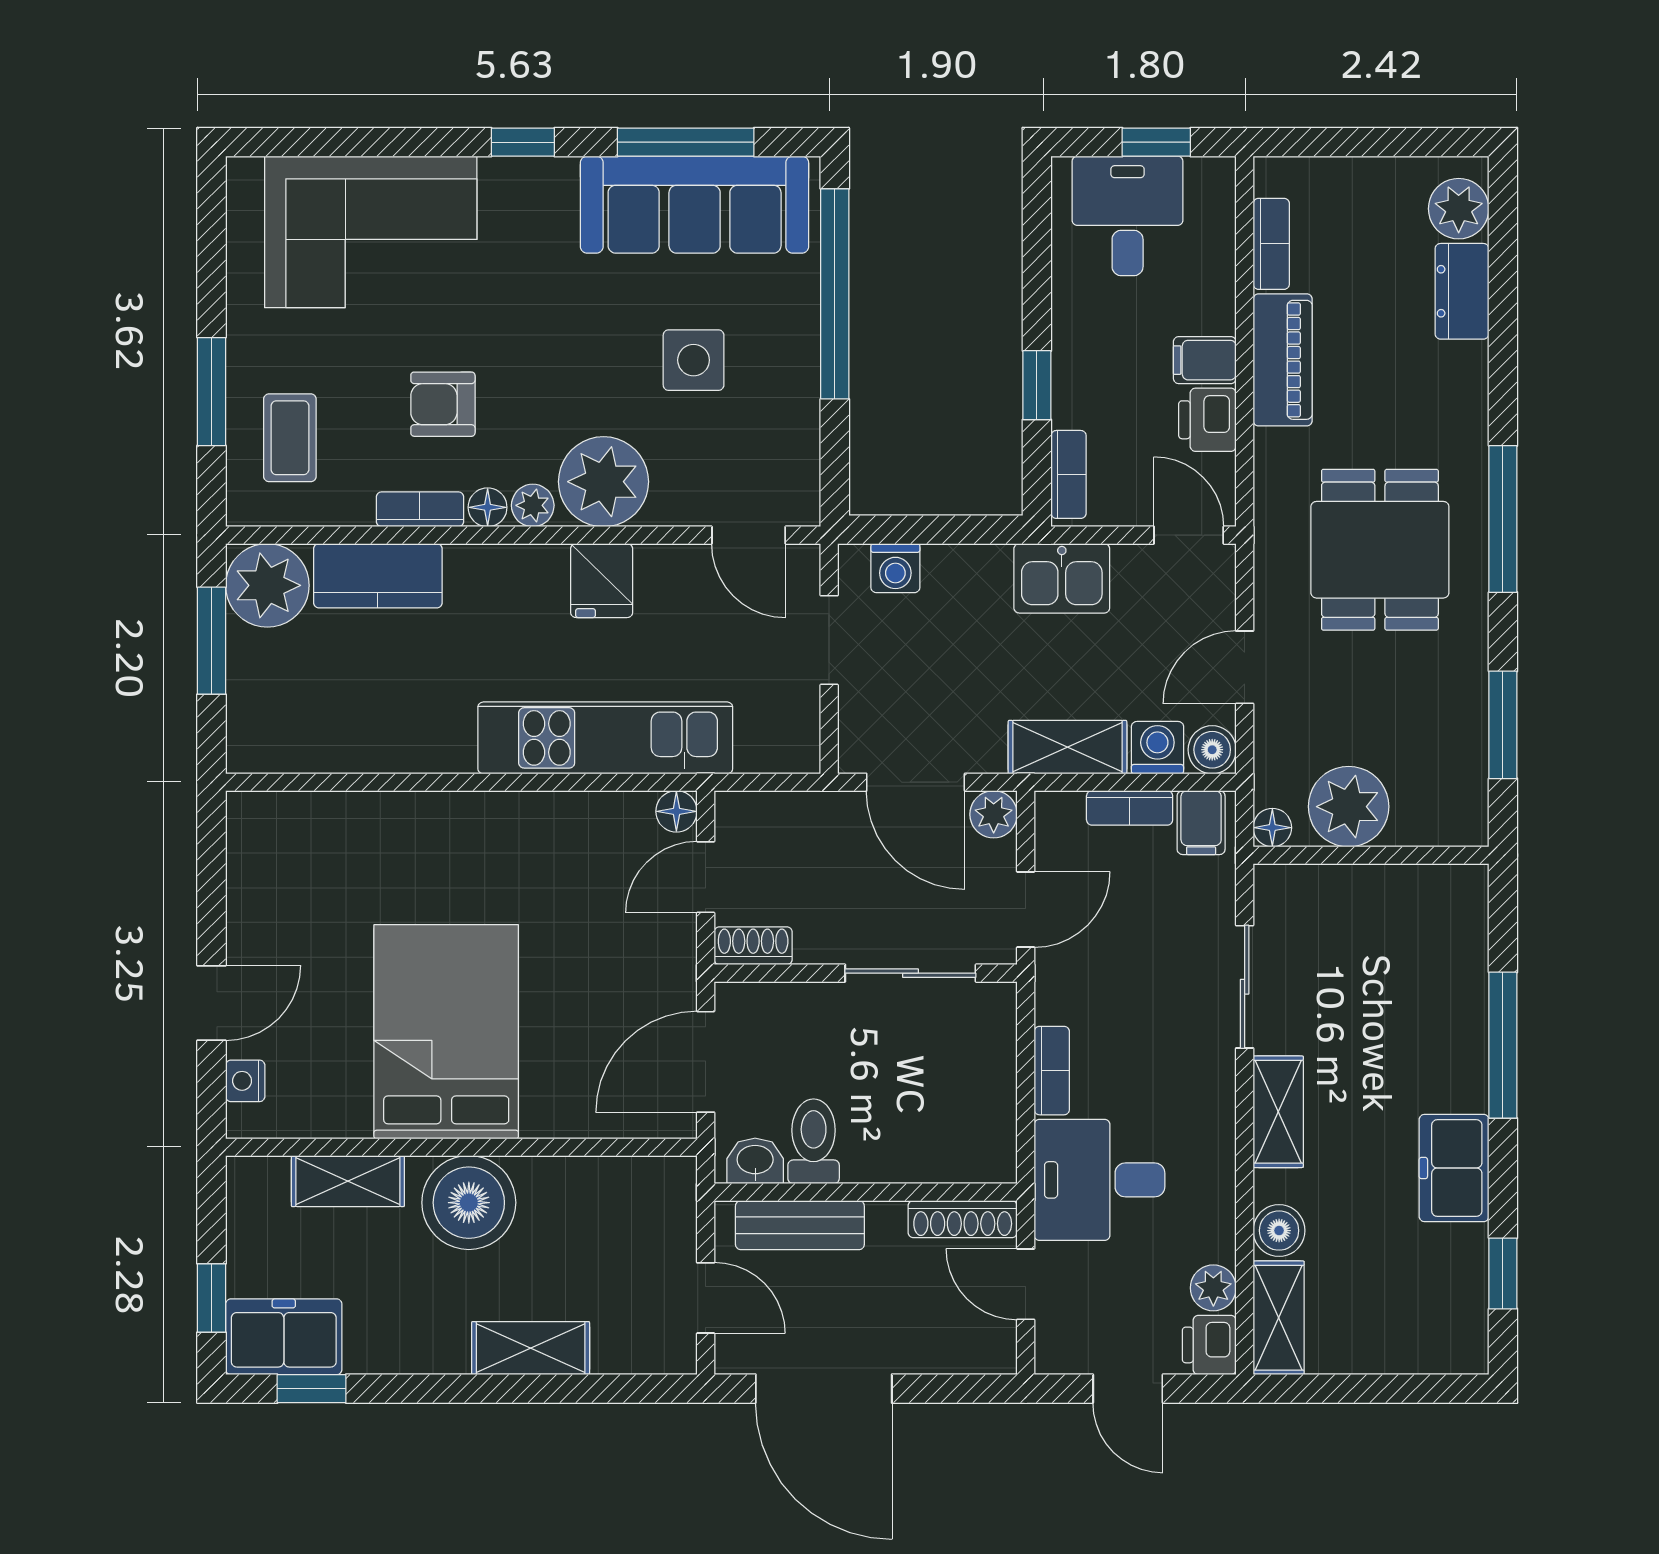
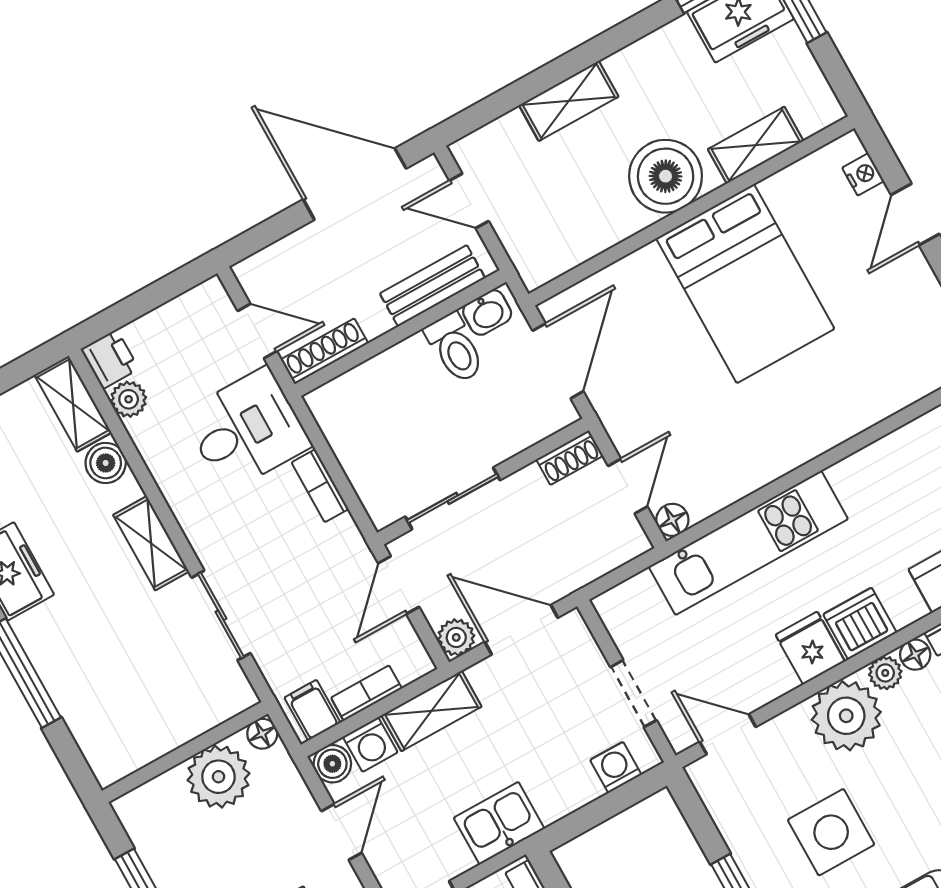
side table: (694, 360) -> (831, 832), width x1.37, depth x1.37
dishwasher: (530, 577) -> (860, 623), added
door: (1128, 1389) -> (148, 299), removed

